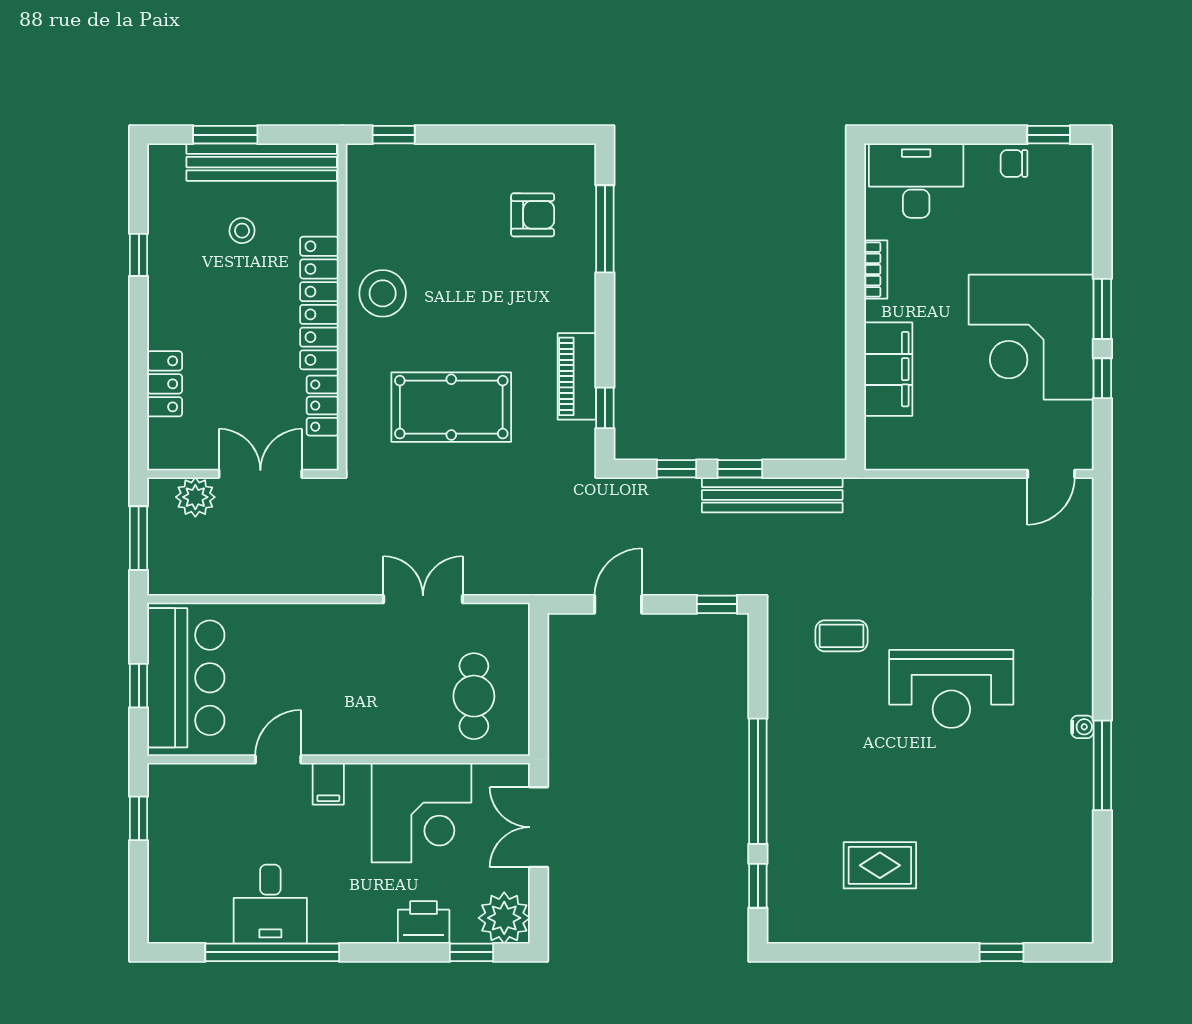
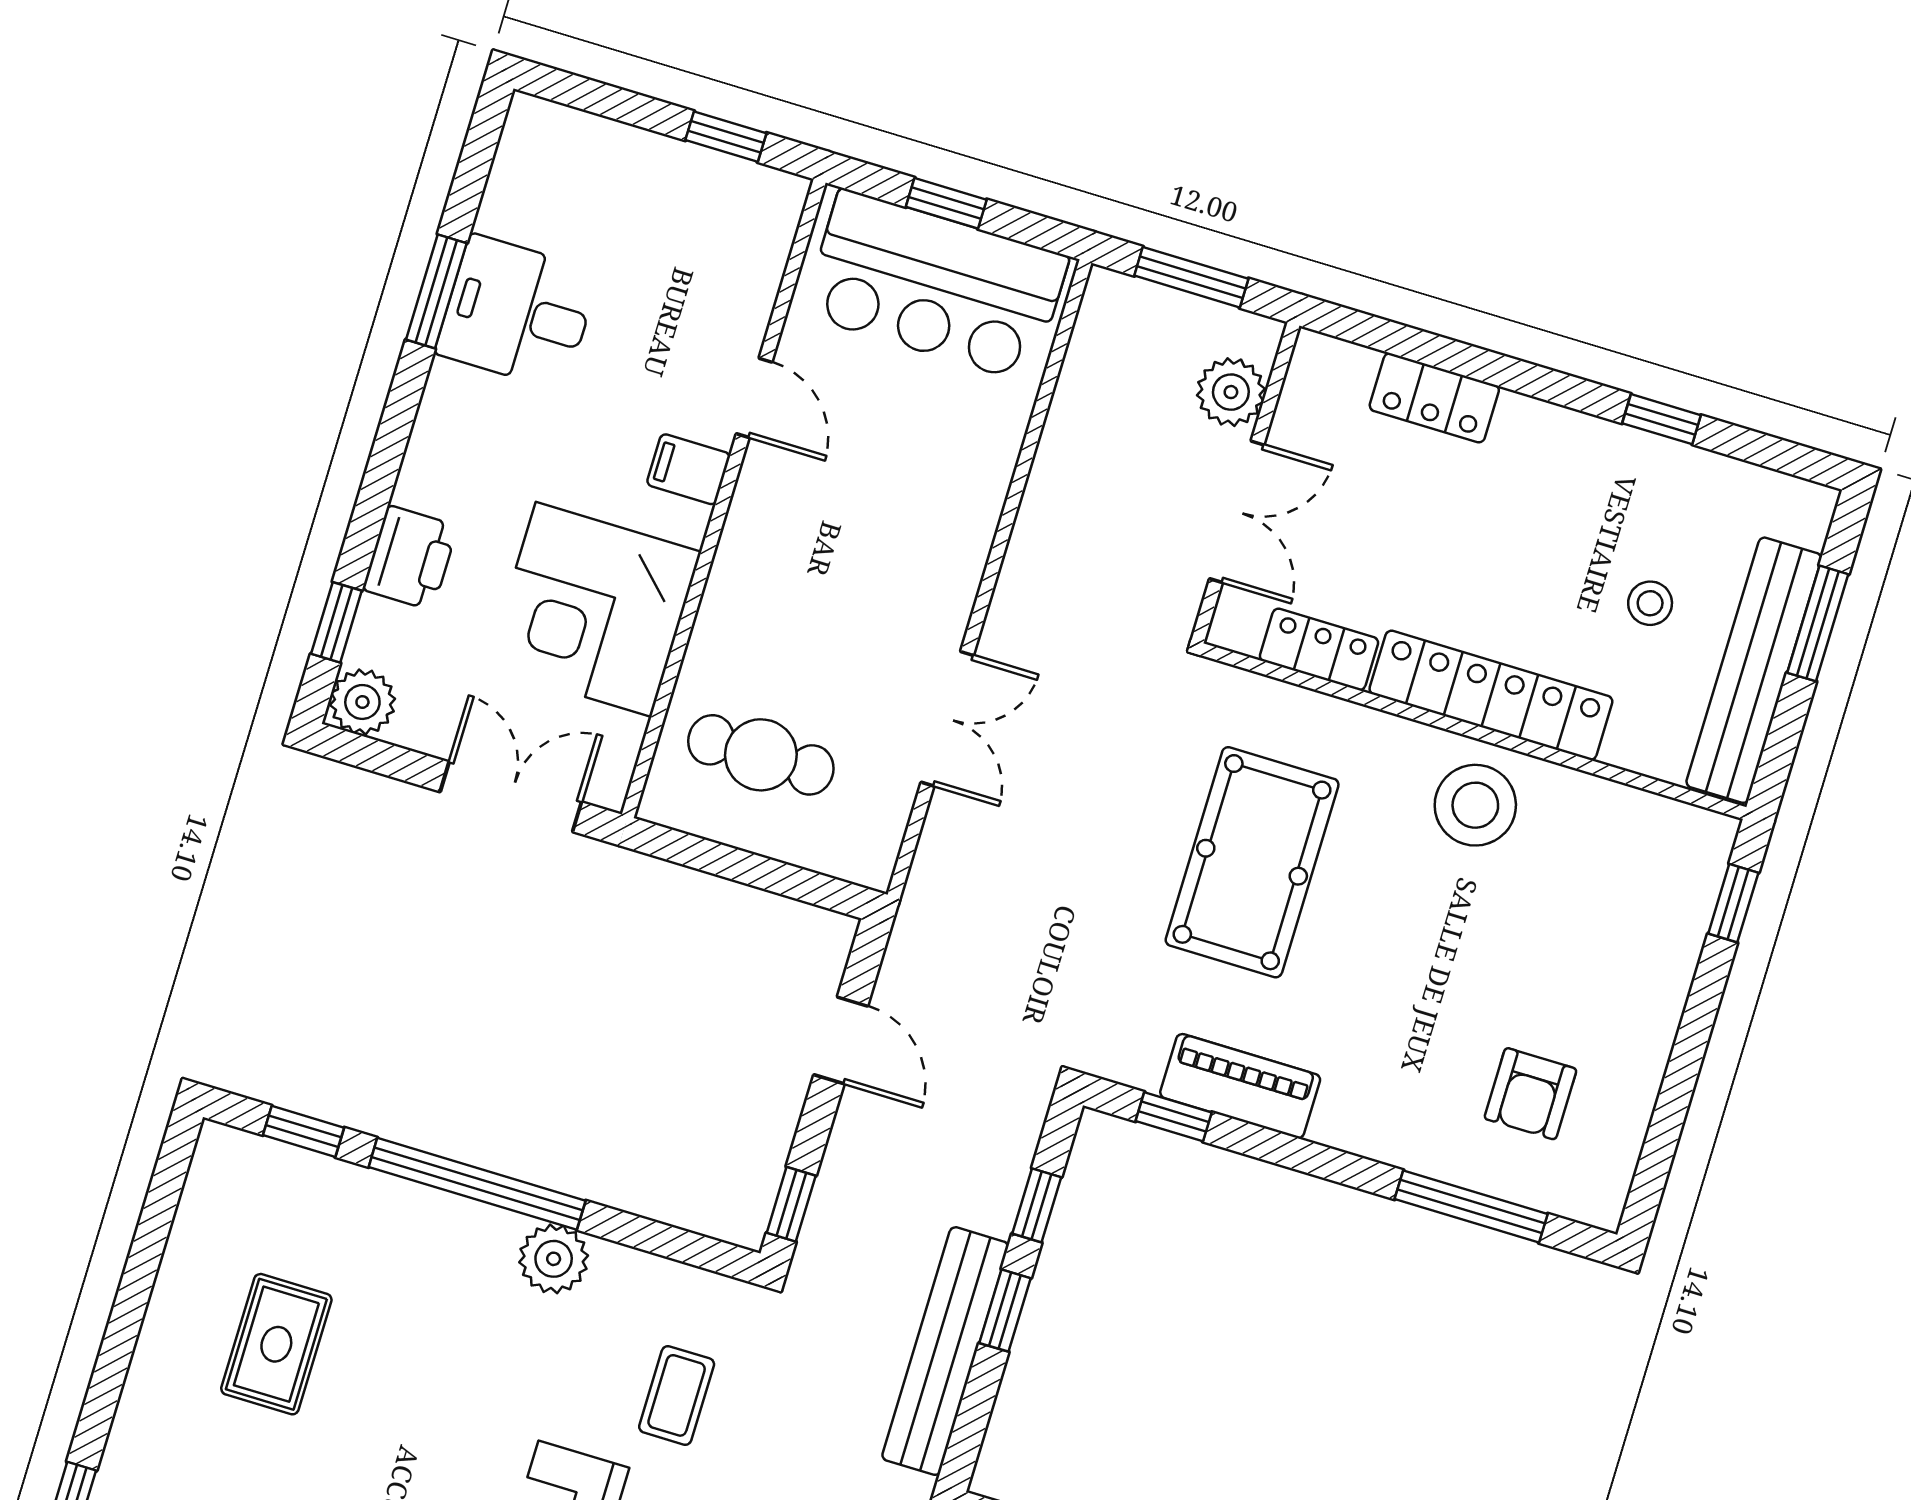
plant: (787, 727) -> (554, 1259), added
plant: (504, 918) -> (362, 702), width x0.73, depth x0.73
window: (272, 952) -> (436, 291), width x0.47

